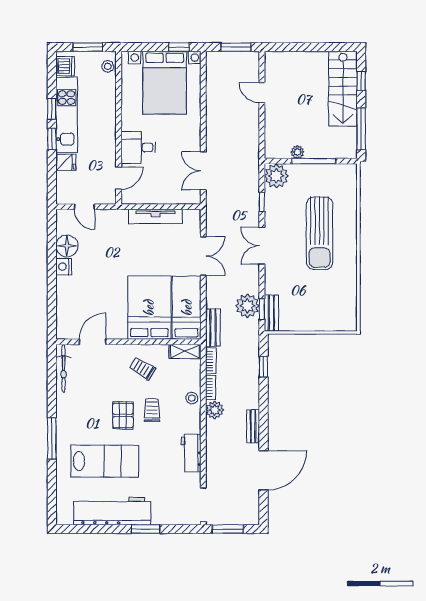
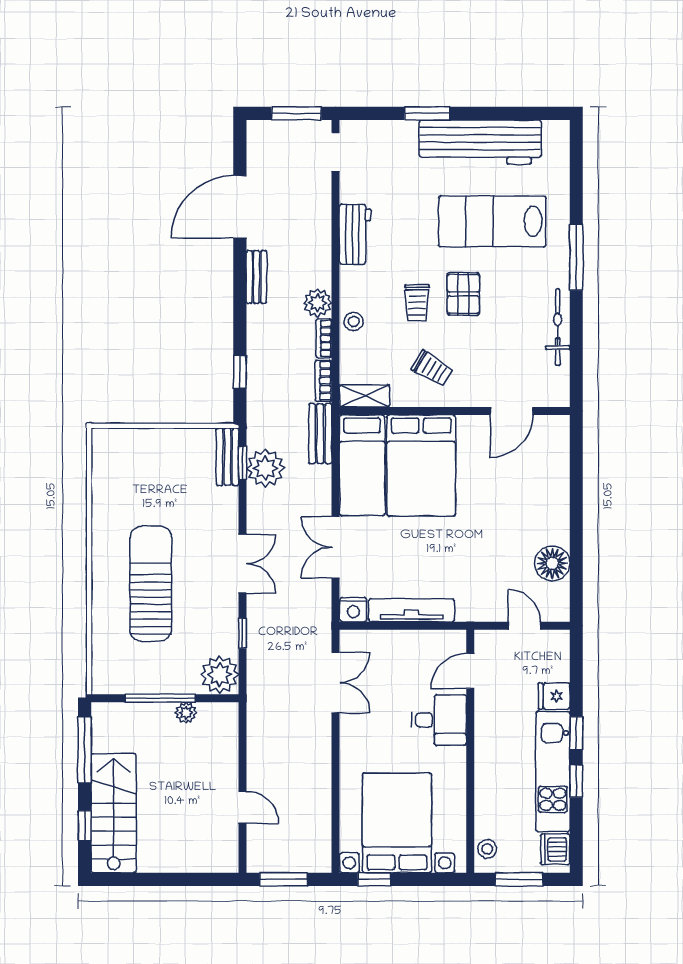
nightstand: (64, 267) -> (353, 610), moved, turned 90
bicycle: (64, 368) -> (558, 327), moved
doorway: (203, 505) -> (336, 152), width x0.73

